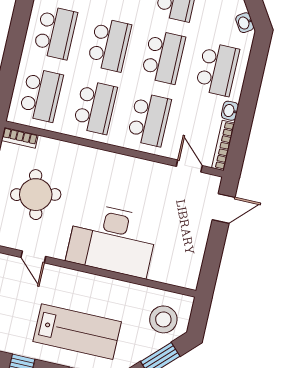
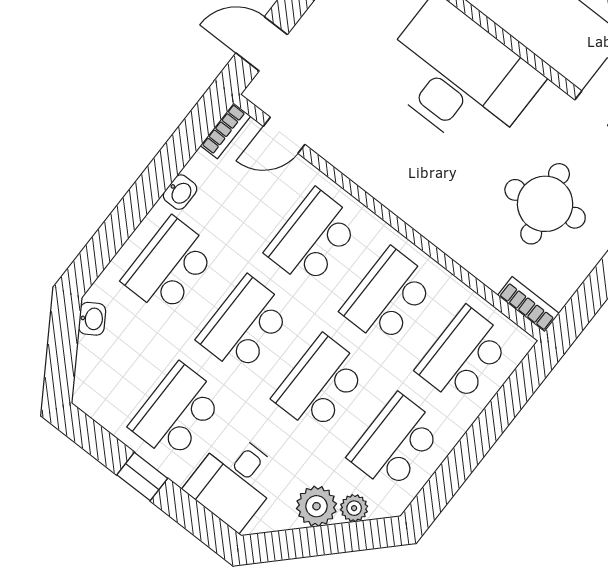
bookcase: (223, 145) -> (226, 131), width x0.64
door: (189, 166) -> (284, 135), hinge flipped

